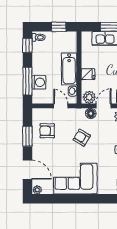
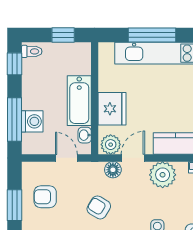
fridge: (88, 74) -> (112, 109), width x1.88, depth x1.34

